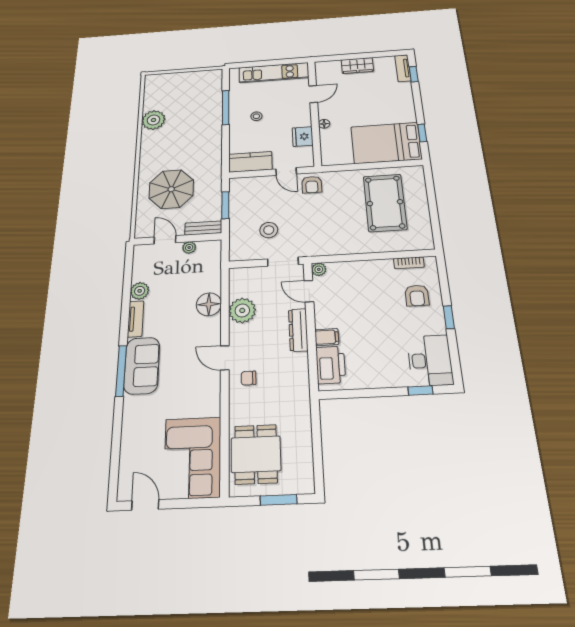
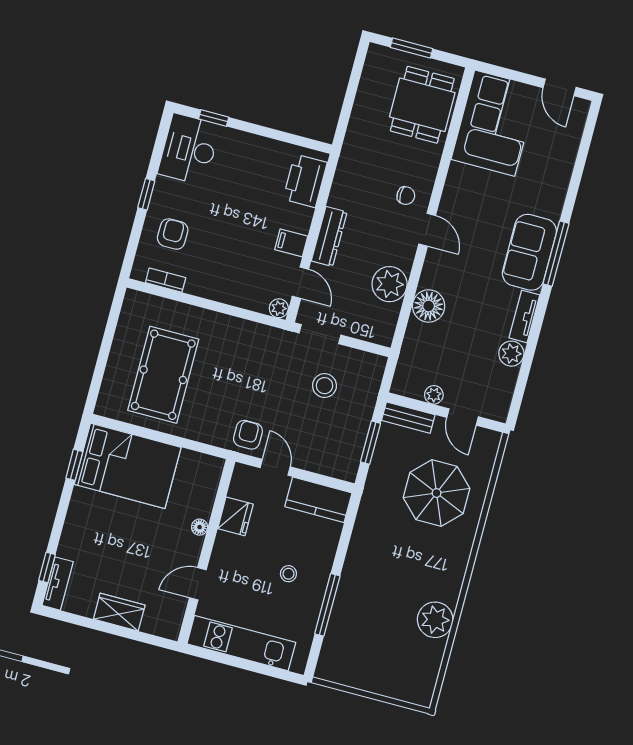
filing cabinet: (327, 337) -> (291, 243), moved

